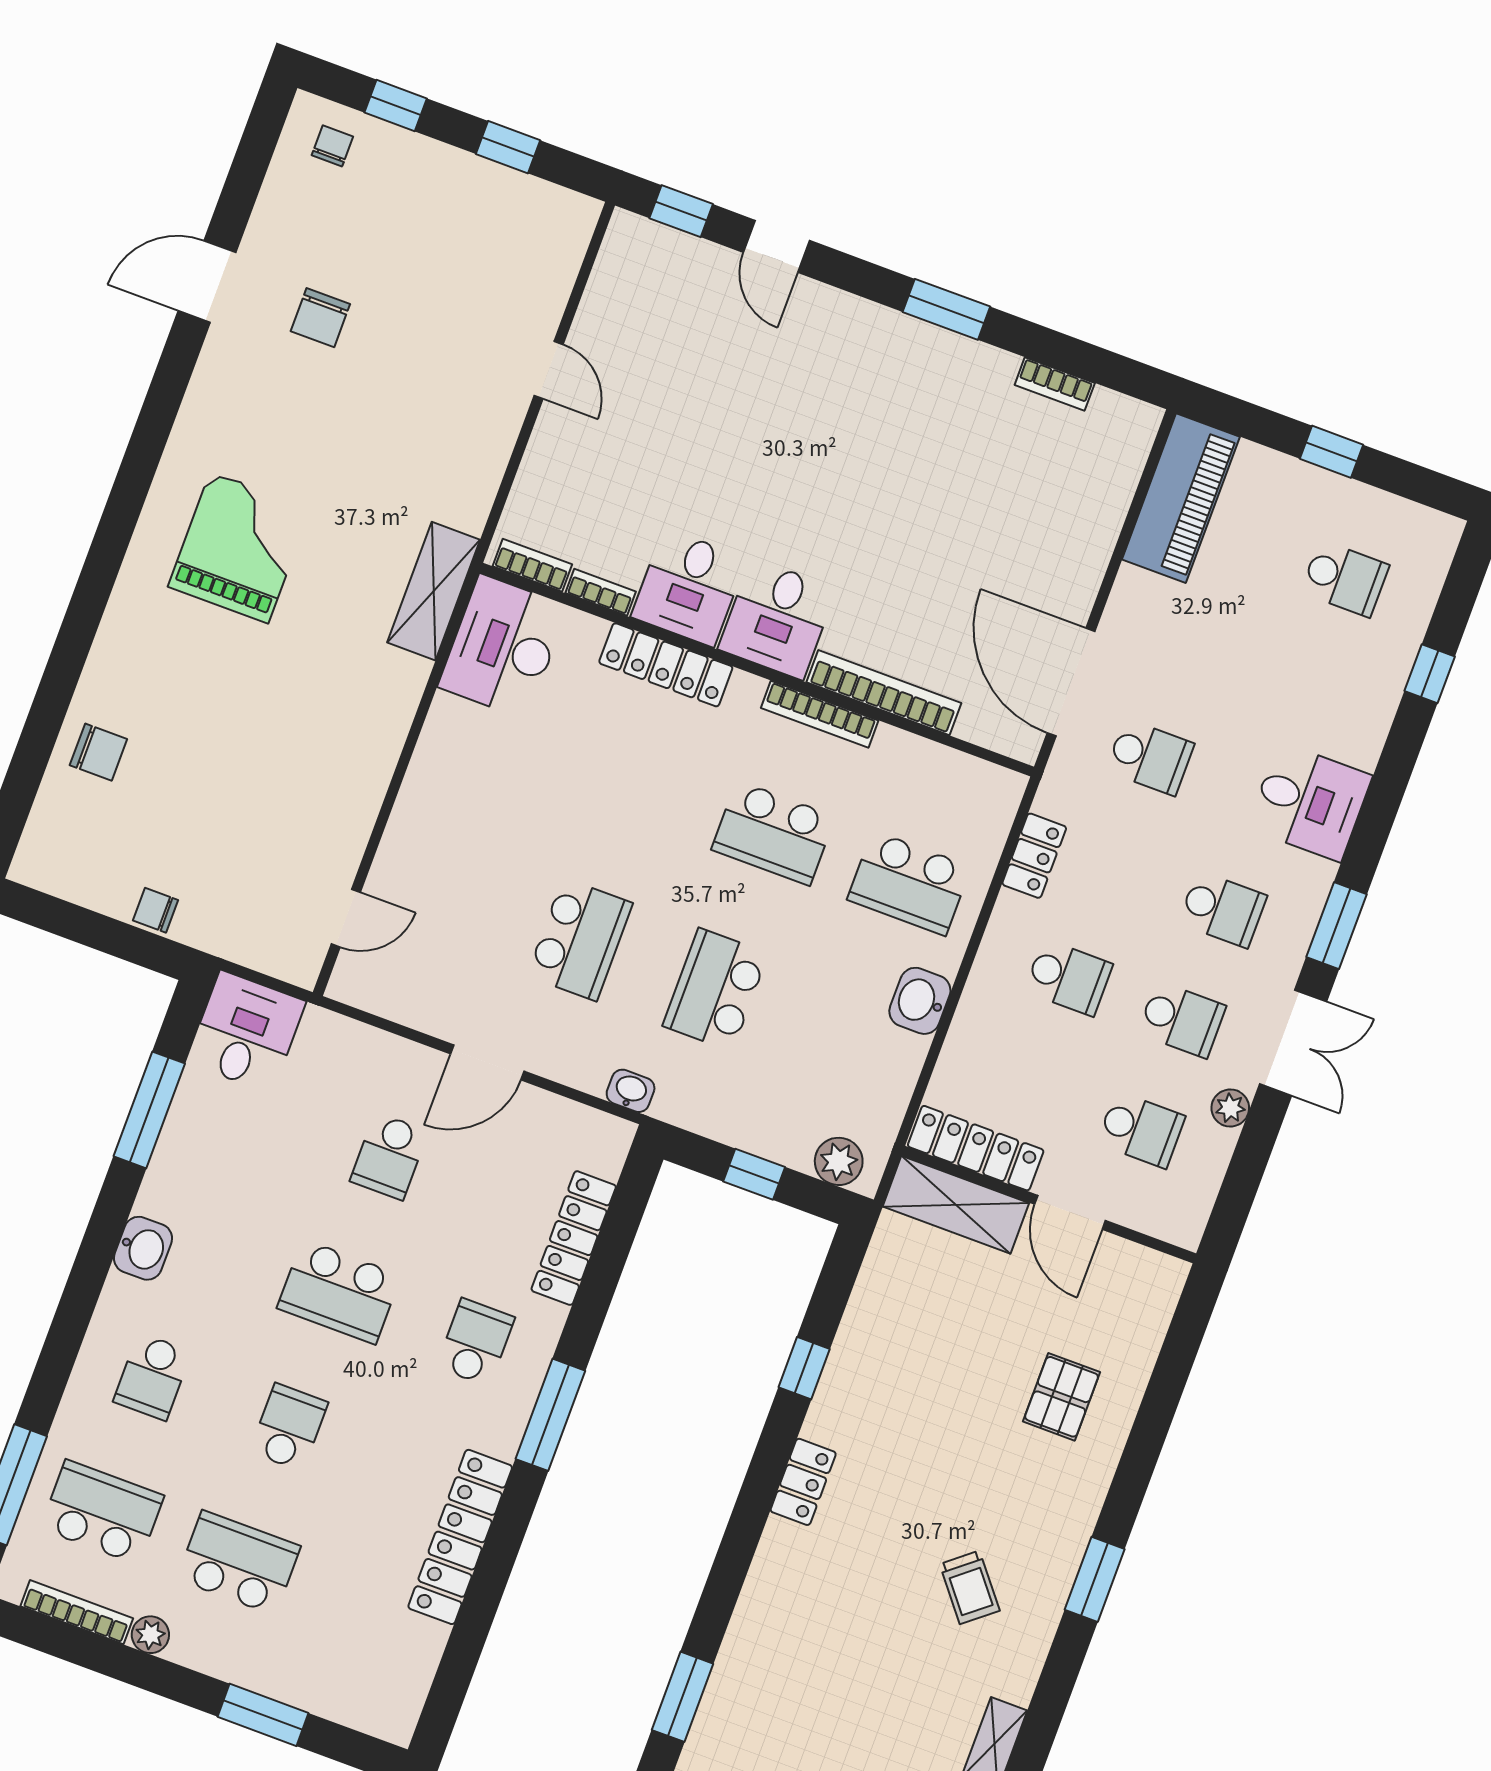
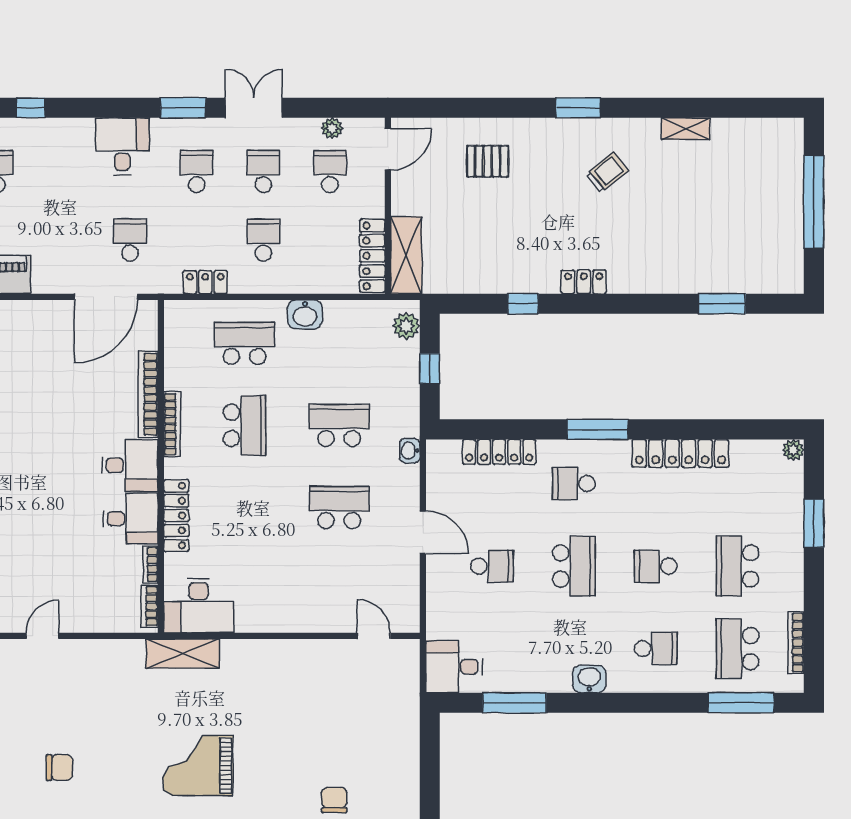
school desk: (909, 883) -> (245, 343), turned -90
chair: (155, 910) -> (407, 739), removed
school desk: (715, 990) -> (339, 425), turned 180
plant: (1230, 1108) -> (332, 128), moved
door: (1070, 1212) -> (388, 149), moved
plant: (150, 1635) -> (793, 450), moved

